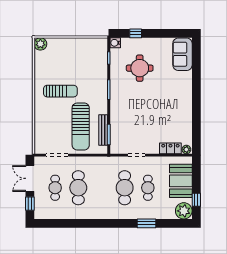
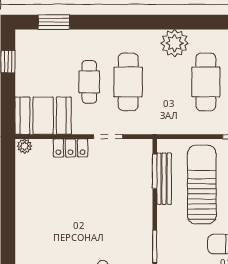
locker: (170, 148) -> (70, 148), moved
booth: (181, 181) -> (43, 116), moved, turned 90
plant: (184, 211) -> (175, 43), moved
window: (146, 223) -> (54, 22), moved

